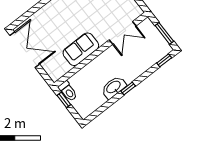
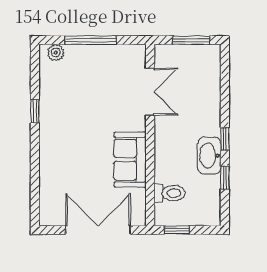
double door: (25, 50) -> (98, 230), moved
window: (164, 60) -> (225, 178), moved
toilet: (68, 91) -> (170, 193), moved

